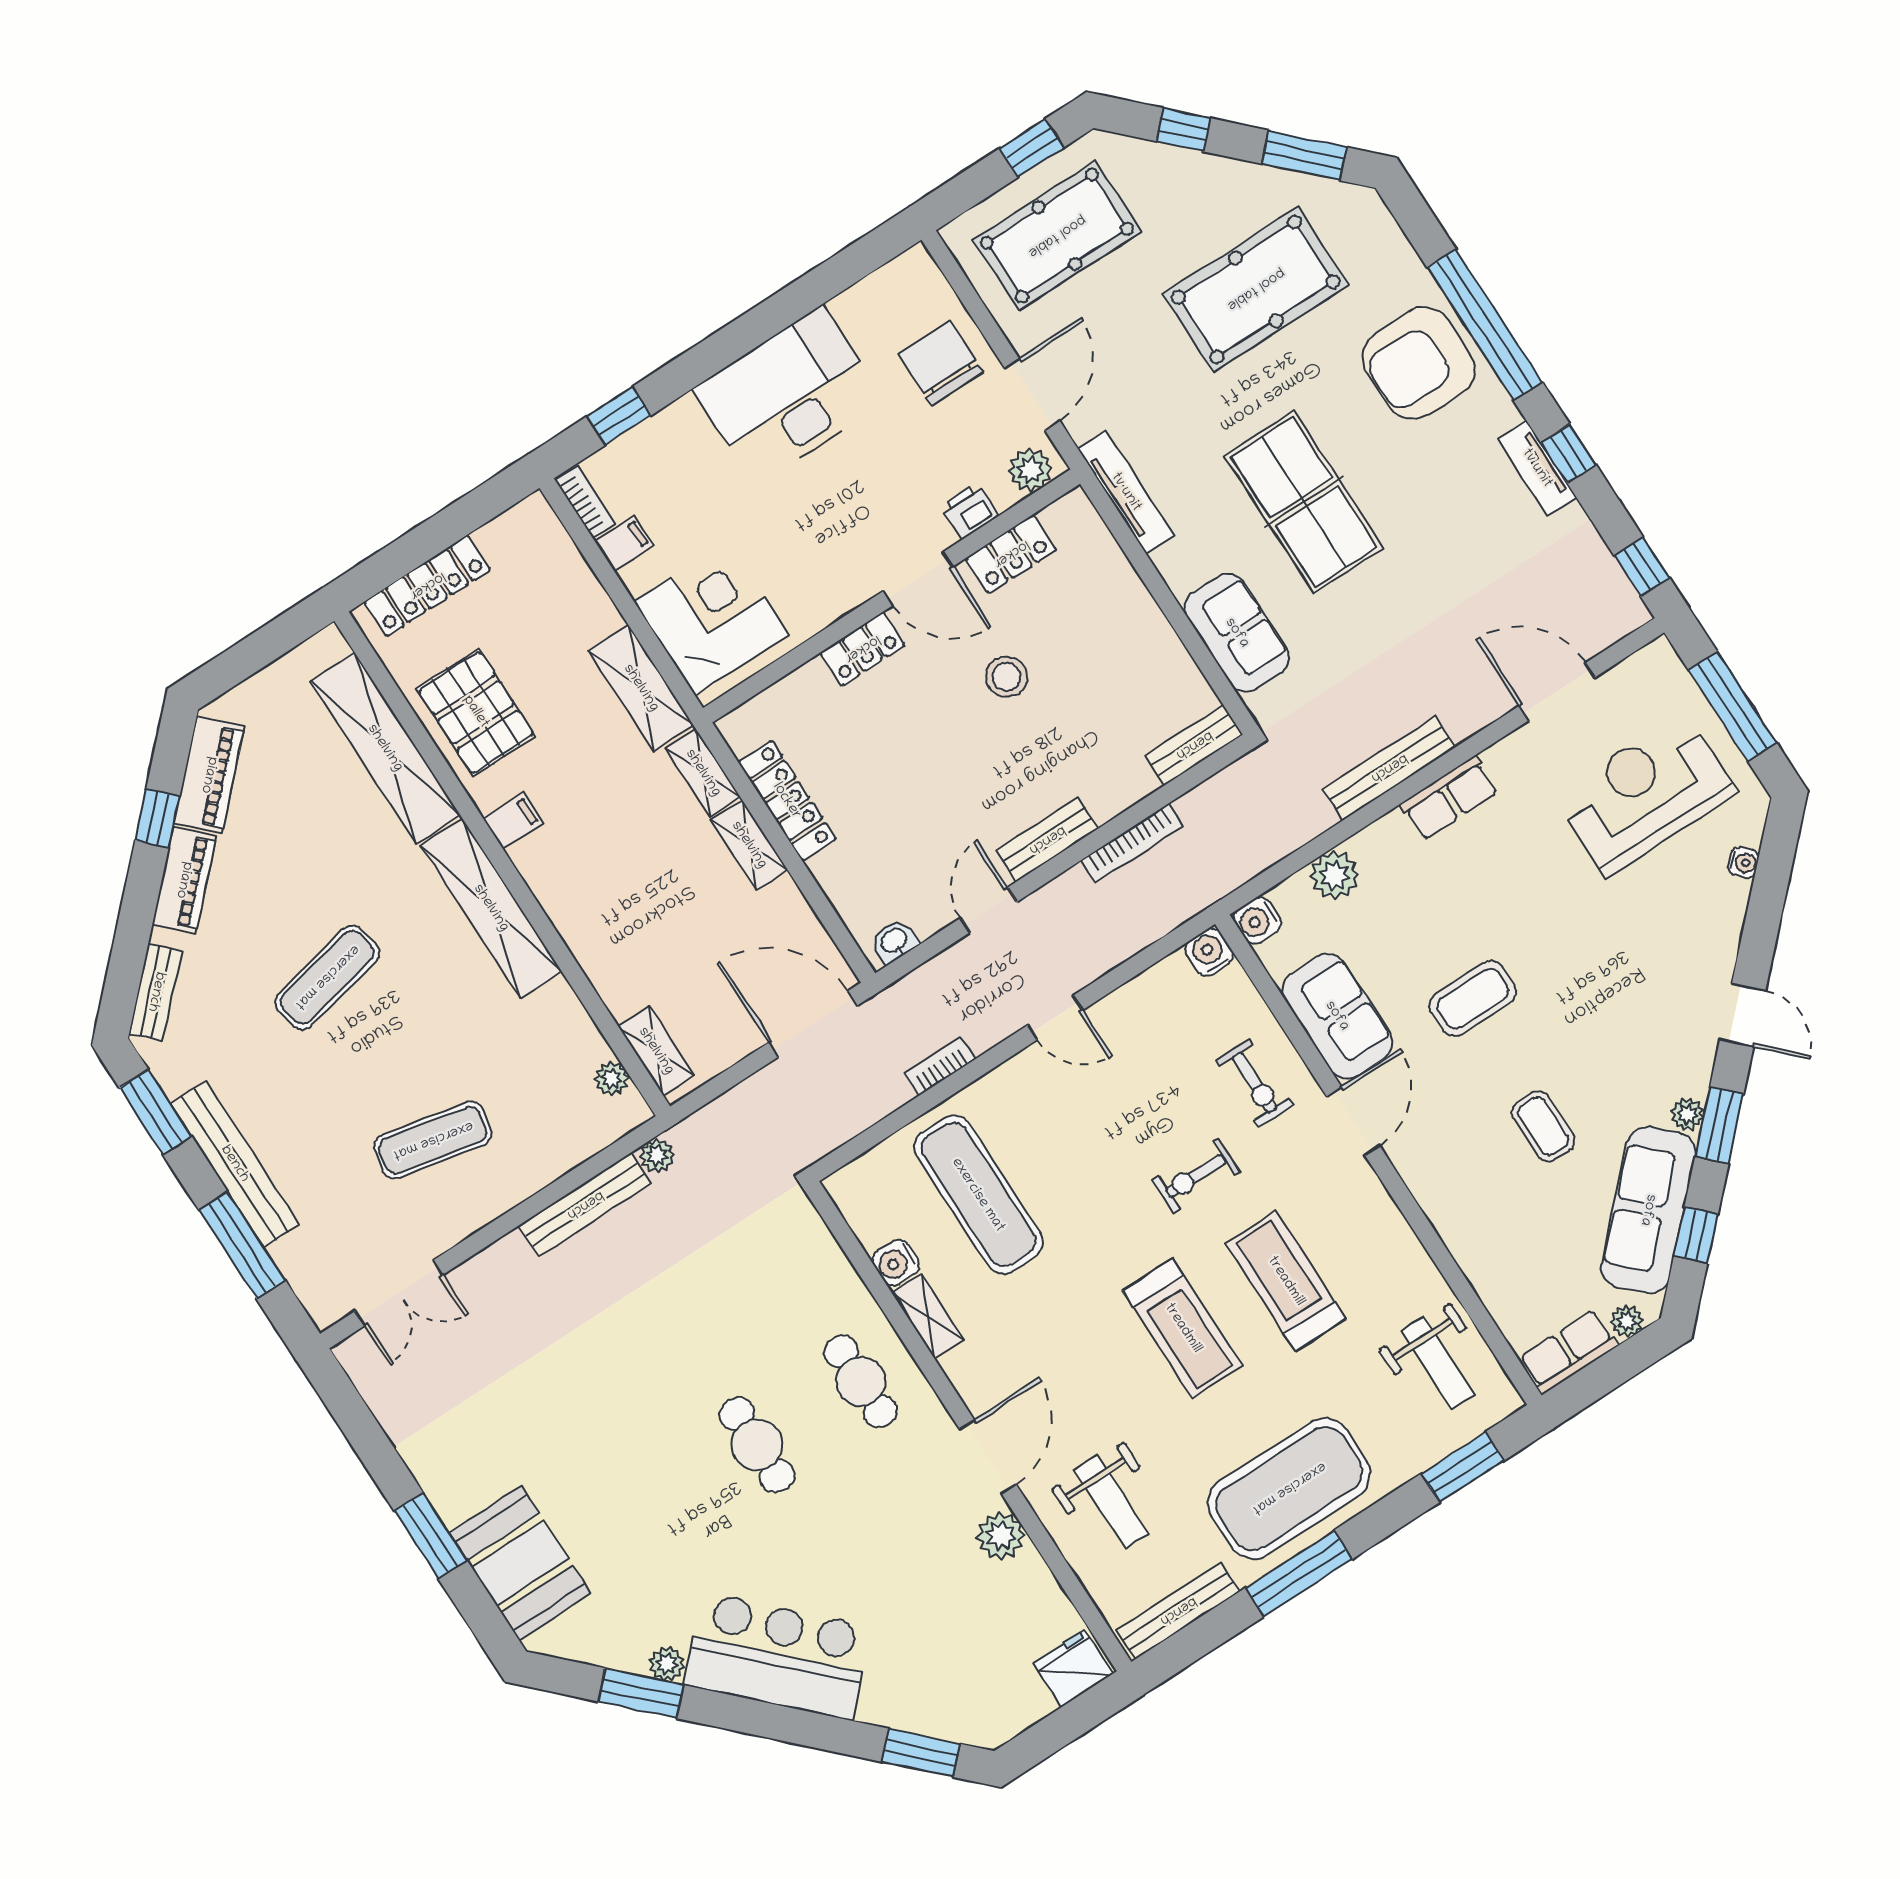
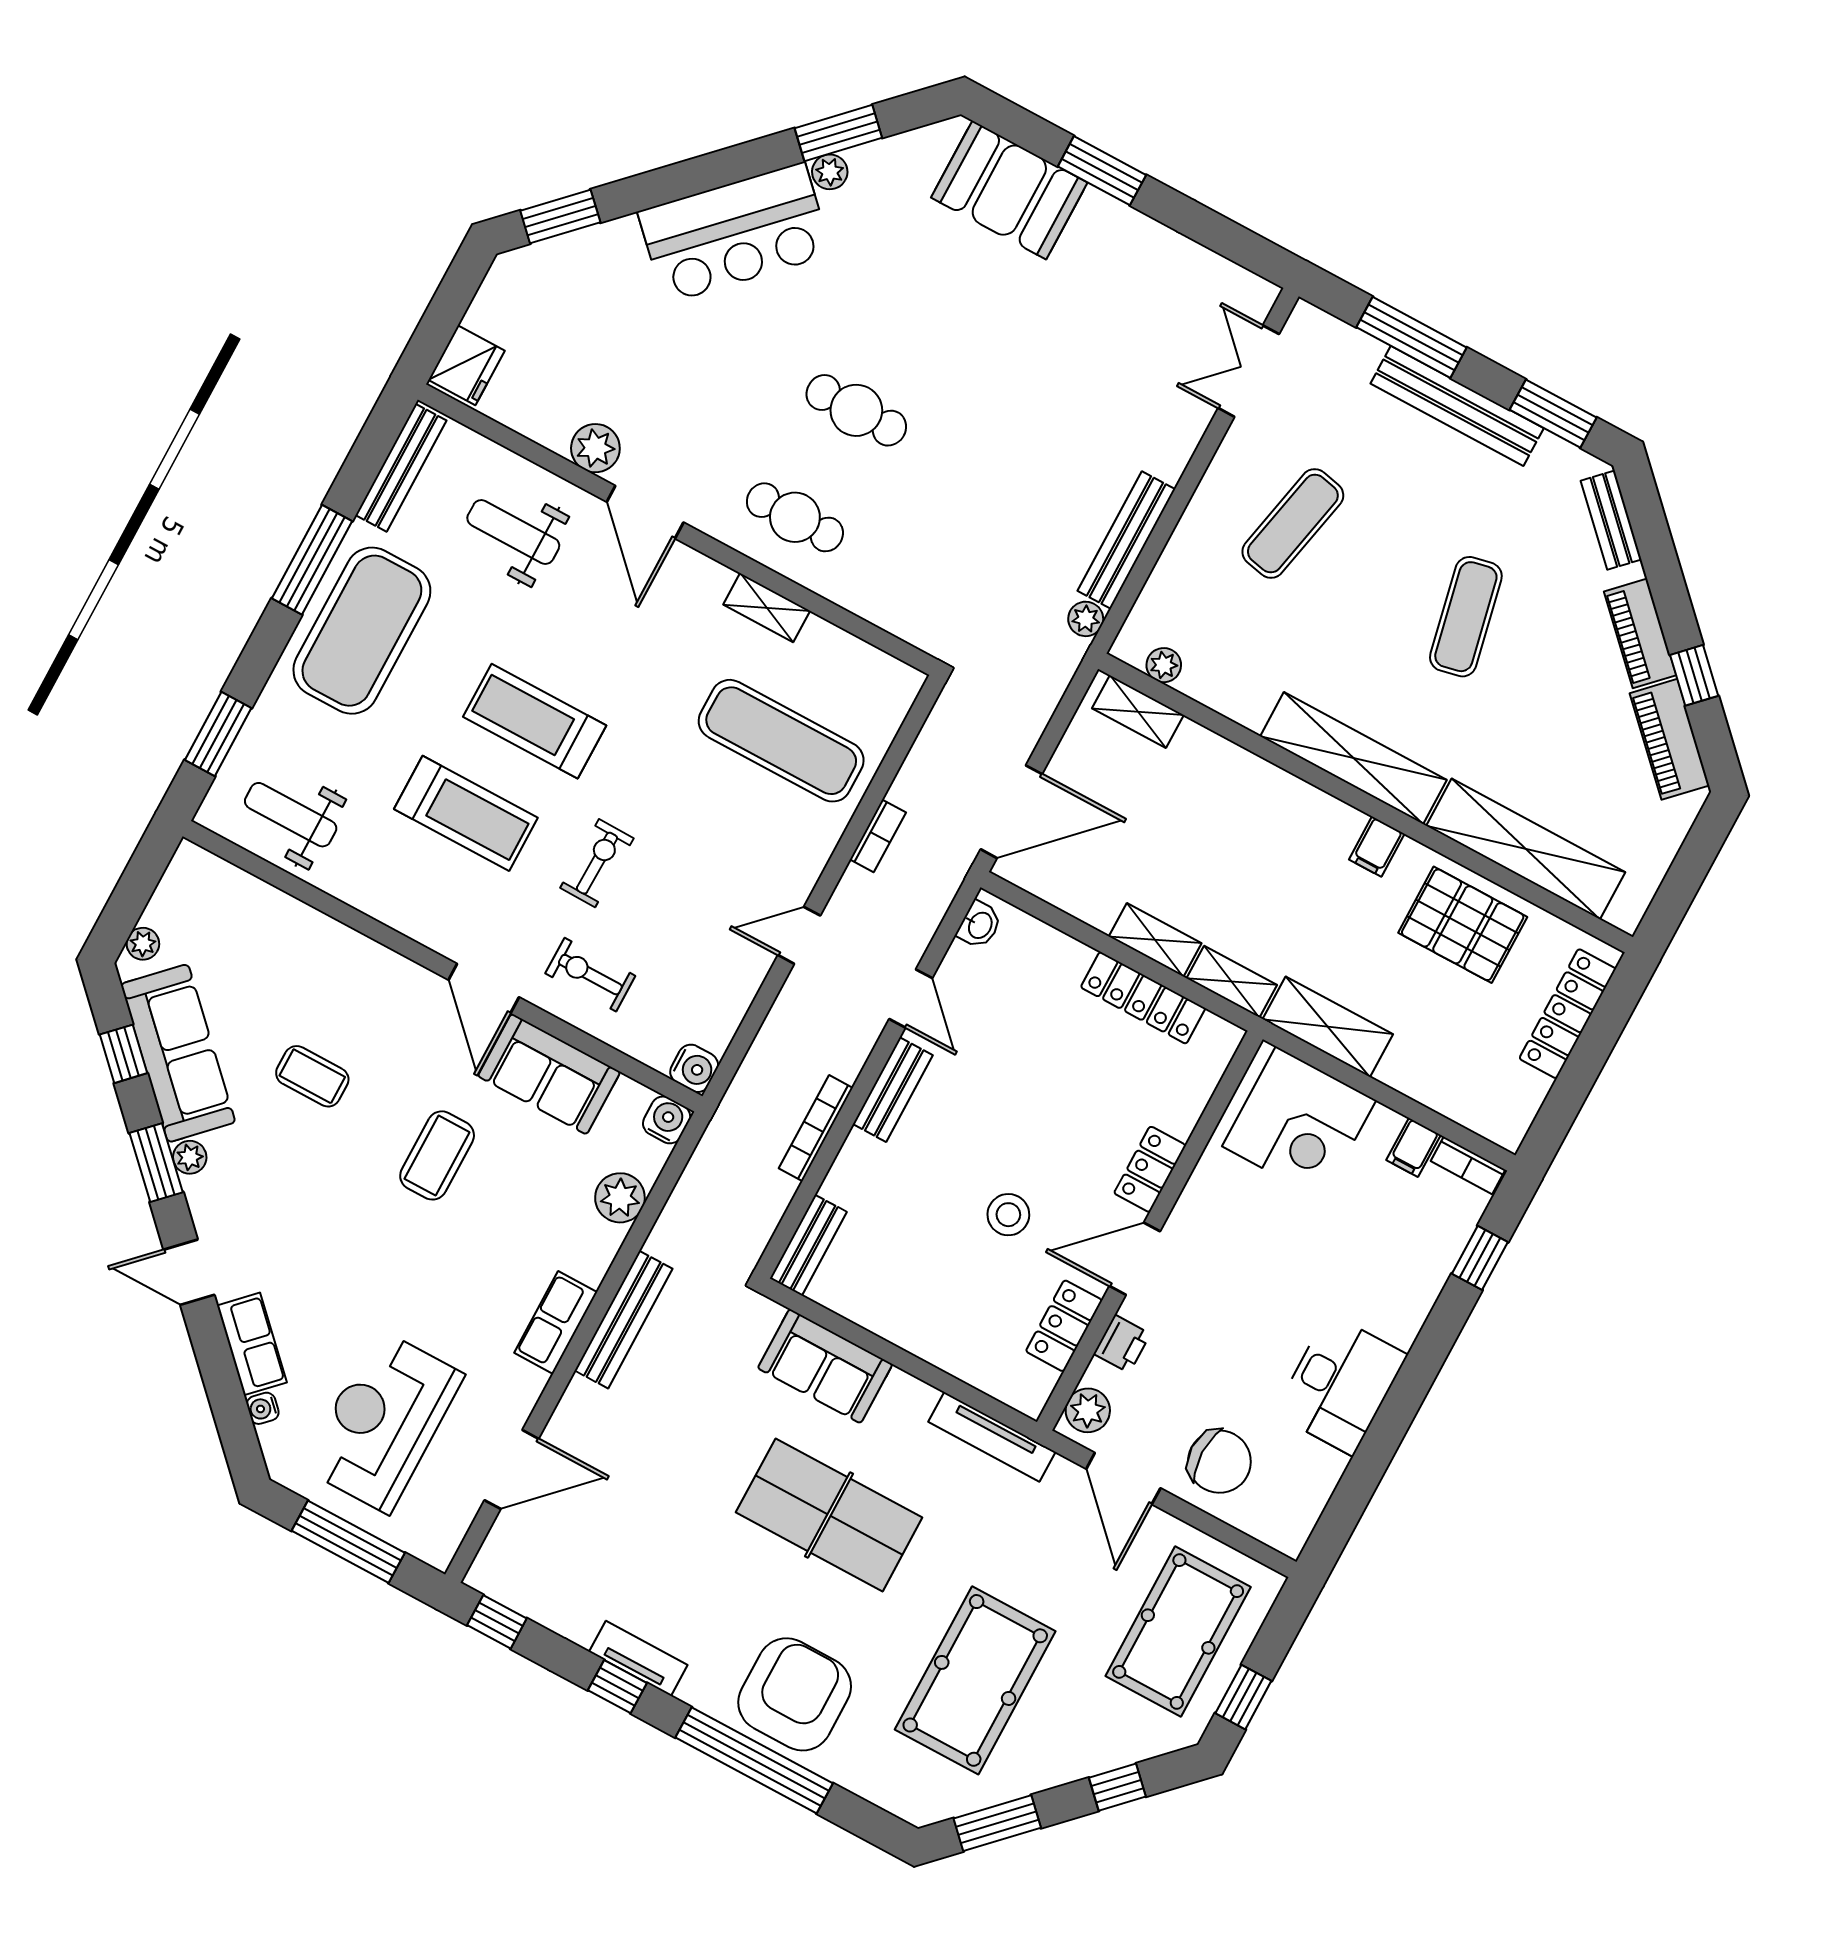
desk: (789, 395) -> (1341, 1384), width x0.73, depth x0.77
reception desk: (1645, 794) -> (383, 1421), turned 180
water cooler: (896, 1263) -> (821, 640), removed
row of seats: (1568, 1352) -> (252, 1344), moved, turned -45

